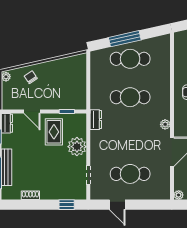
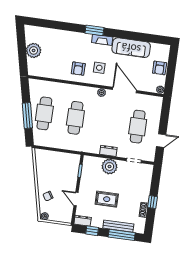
door: (32, 112) -> (76, 199), swing flipped
dresser: (96, 120) -> (108, 151), moved
rug: (54, 132) -> (107, 199), moved
window: (67, 205) -> (152, 202), moved

